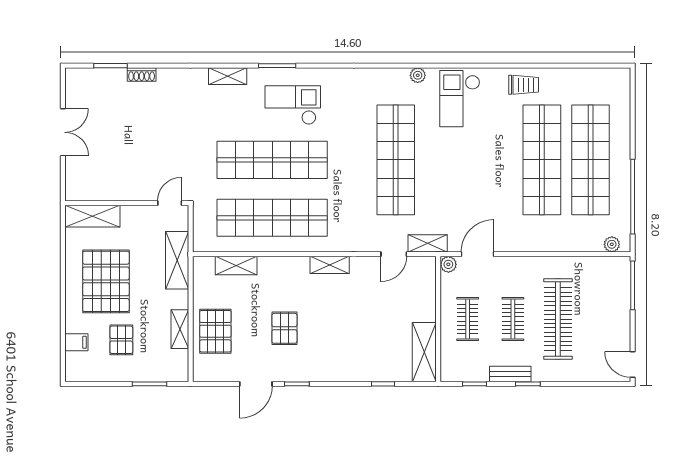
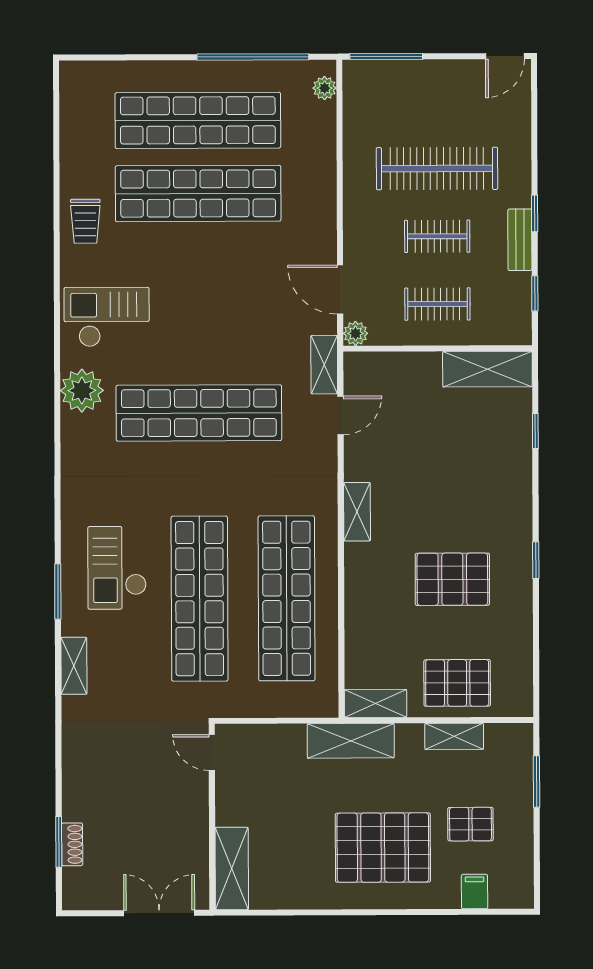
shoe rack: (142, 74) -> (72, 844), moved
plant: (418, 75) -> (82, 391), width x1.87, depth x1.87
trolley: (524, 85) -> (85, 221), turned 180
checkout: (460, 99) -> (107, 317), turned 180
wall: (127, 203) -> (212, 817), moved
door: (170, 203) -> (212, 752), moved
shelving: (92, 216) -> (232, 868), moved
door: (394, 254) -> (340, 415), hinge flipped
shelving: (236, 265) -> (376, 703), moved, turned 90
pallet: (284, 328) -> (452, 579), width x1.50, depth x1.42
door: (256, 384) -> (536, 622), removed

